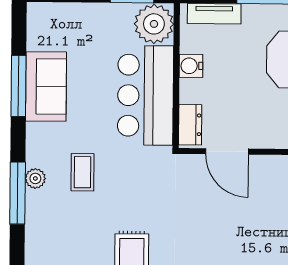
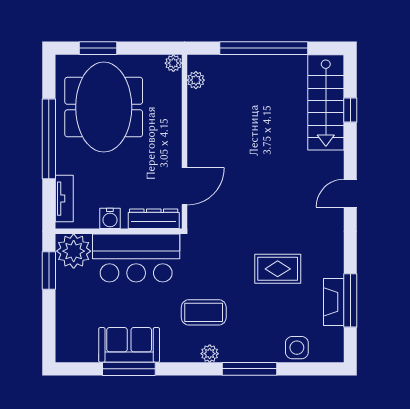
dresser: (190, 125) -> (154, 219), width x1.44
coffee table: (82, 172) -> (204, 312), width x1.36, depth x1.30
window: (18, 193) -> (250, 369), moved

